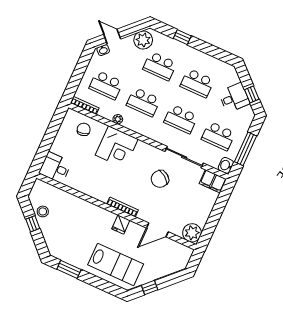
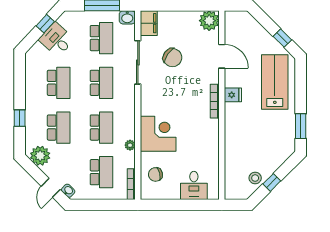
desk: (55, 168) -> (194, 185), moved
chair: (160, 179) -> (172, 58), moved

